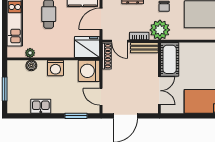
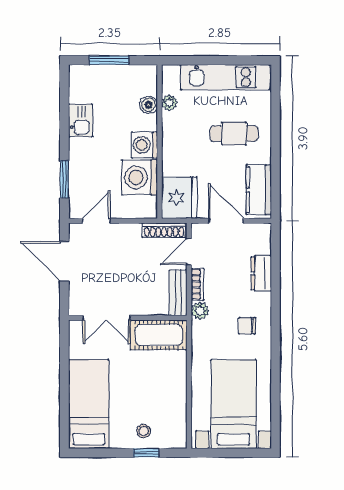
plant: (160, 30) -> (200, 311), width x0.53, depth x0.53
washing machine: (89, 71) -> (140, 177), moved, turned -90

